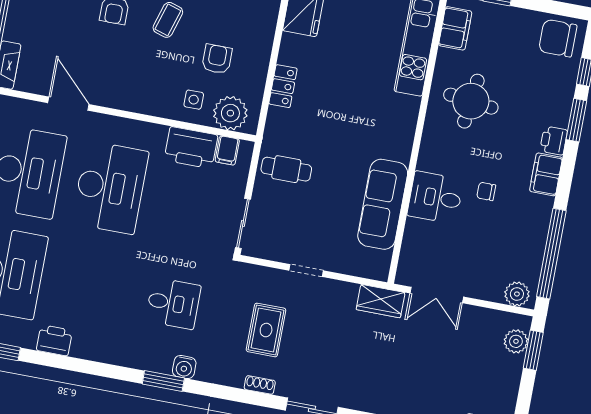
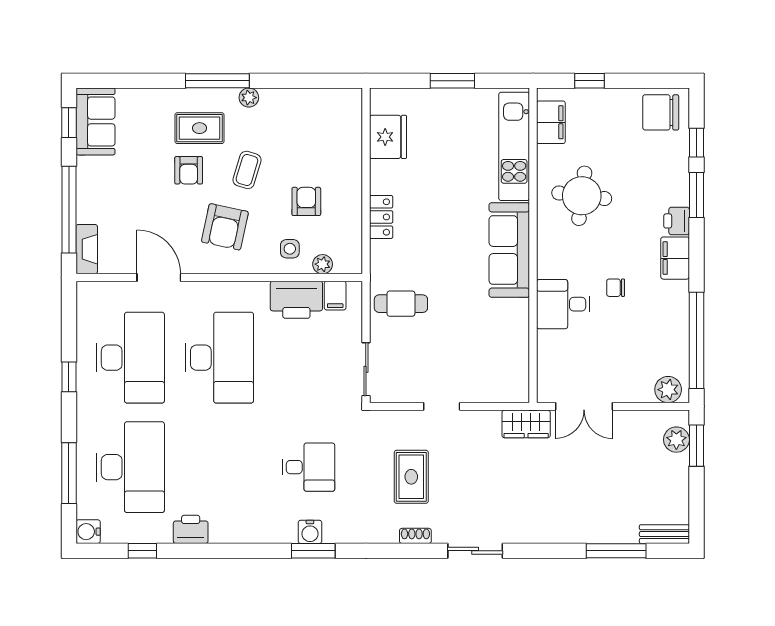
armchair: (138, 68) -> (225, 227), added
plant: (230, 113) -> (323, 264), width x0.53, depth x0.53
sofa: (383, 204) -> (509, 250), moved
water cooler: (184, 367) -> (310, 532), moved

